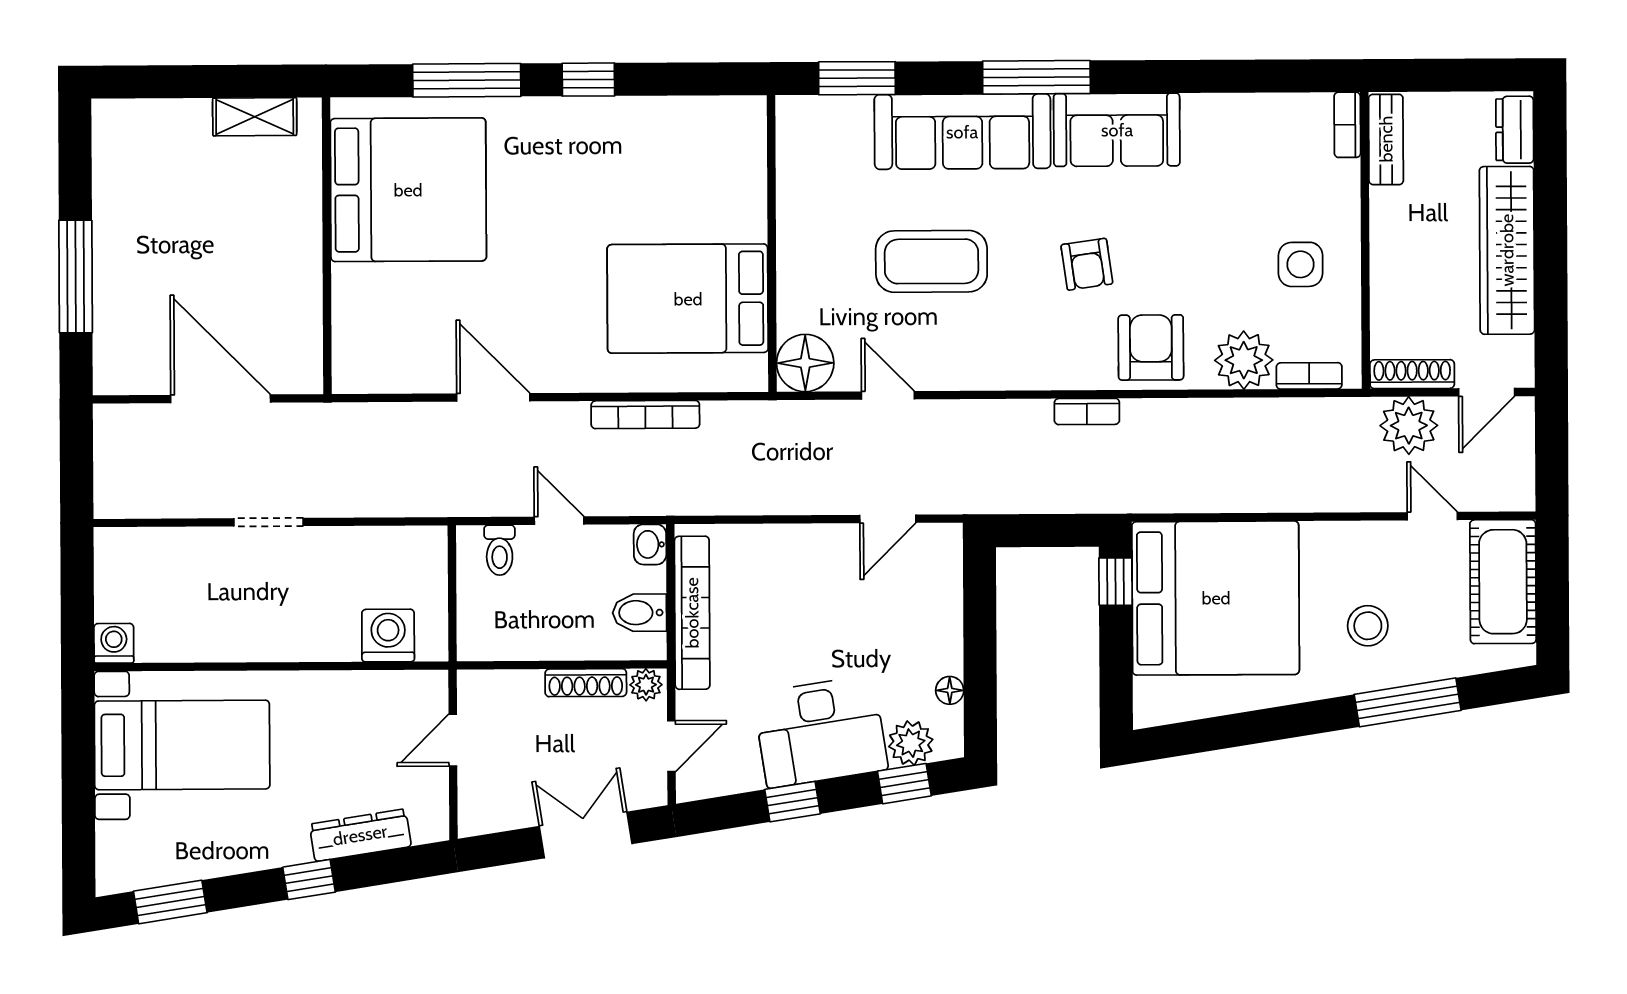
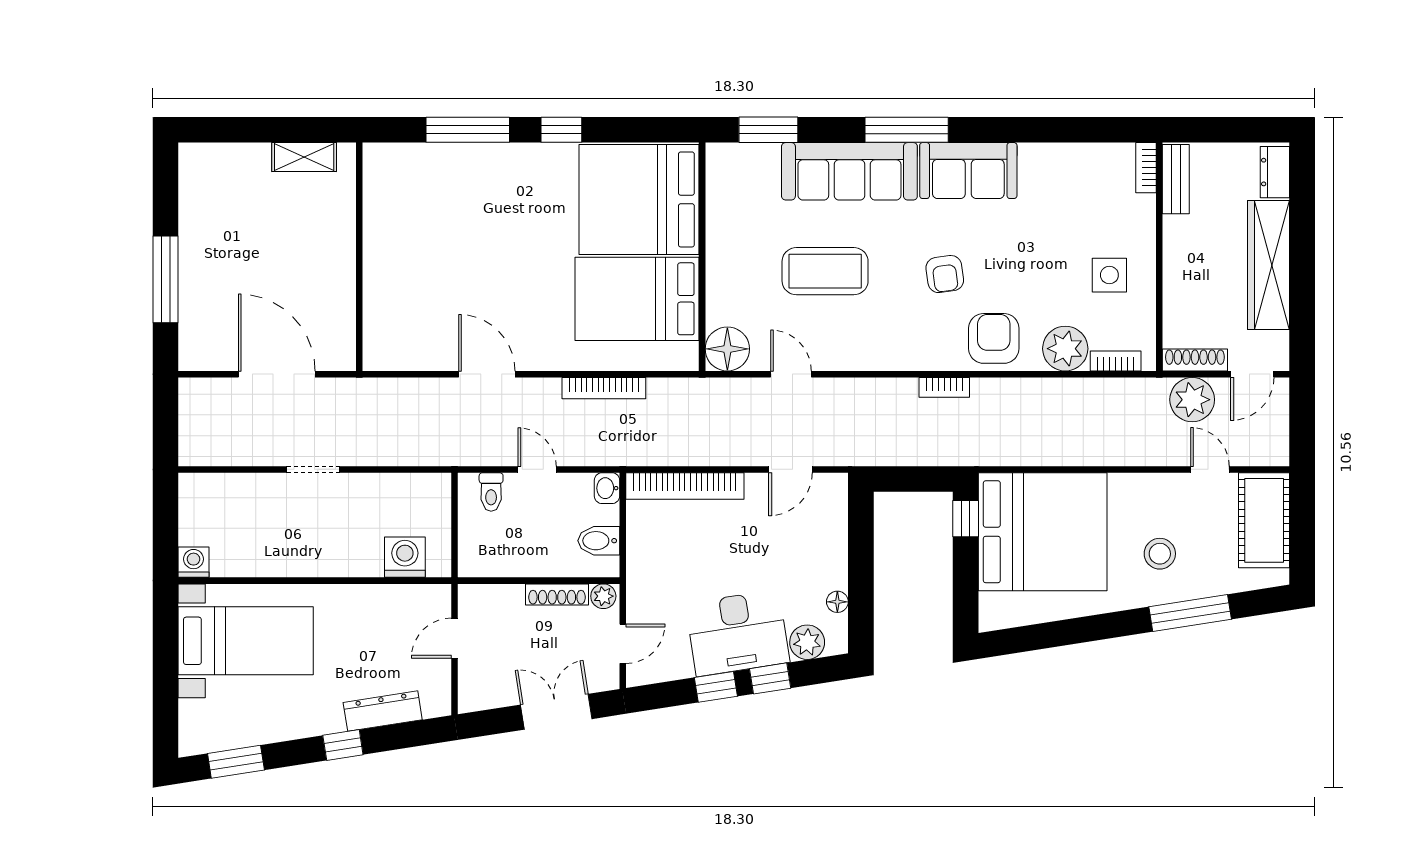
bed: (408, 190) -> (639, 199), moved, turned 180
bookcase: (692, 613) -> (685, 486), moved, turned 90
window: (904, 784) -> (770, 678), moved

